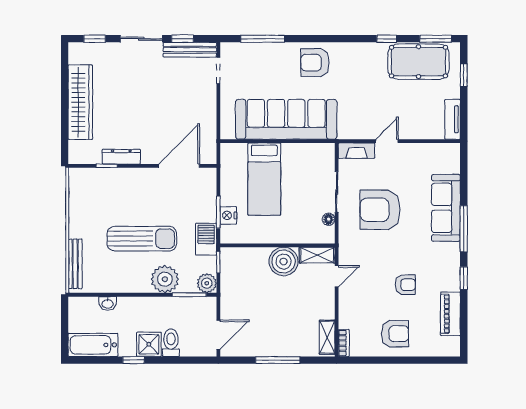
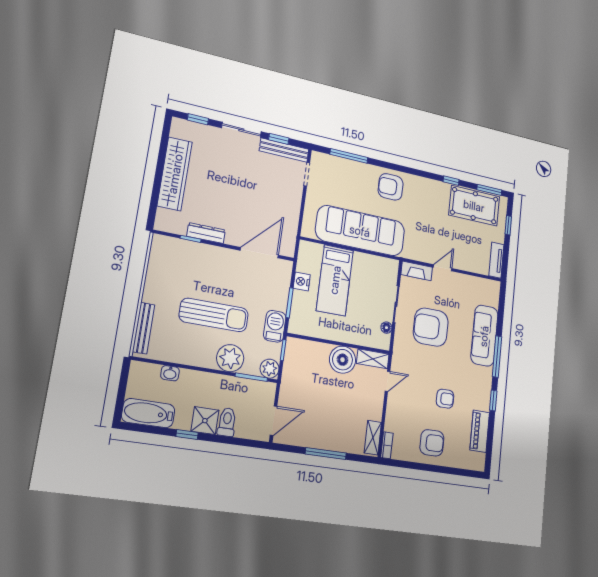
nightstand: (228, 215) -> (302, 282), moved

